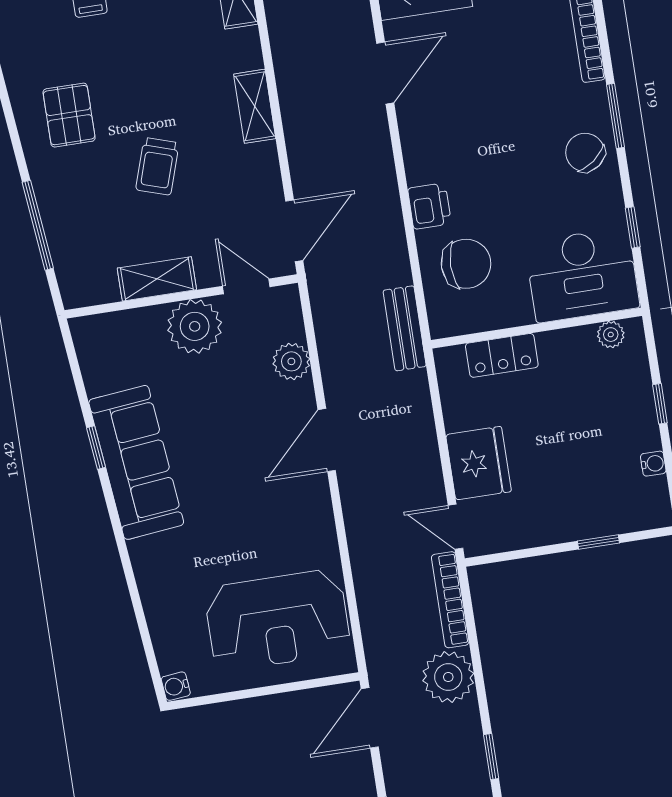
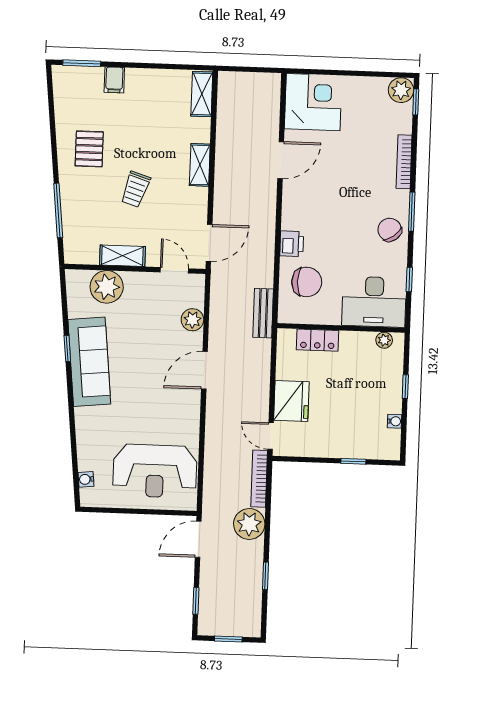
plant: (195, 326) -> (107, 287), moved
water cooler: (176, 686) -> (86, 479), moved

